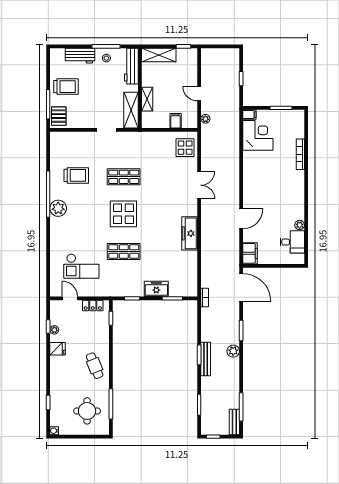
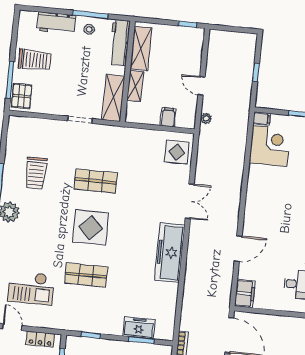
shelving: (159, 55) -> (141, 48), moved, turned 90
trolley: (76, 175) -> (36, 173), turned 90
freezer: (190, 233) -> (170, 253), width x1.36, depth x1.26
freezer: (156, 289) -> (139, 328), moved

